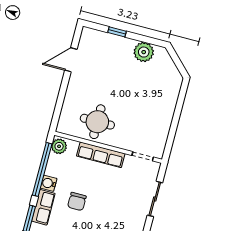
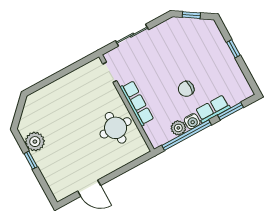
window: (117, 32) -> (31, 160), moved
plant: (59, 146) -> (178, 128), moved
chair: (77, 202) -> (186, 89), turned 180

